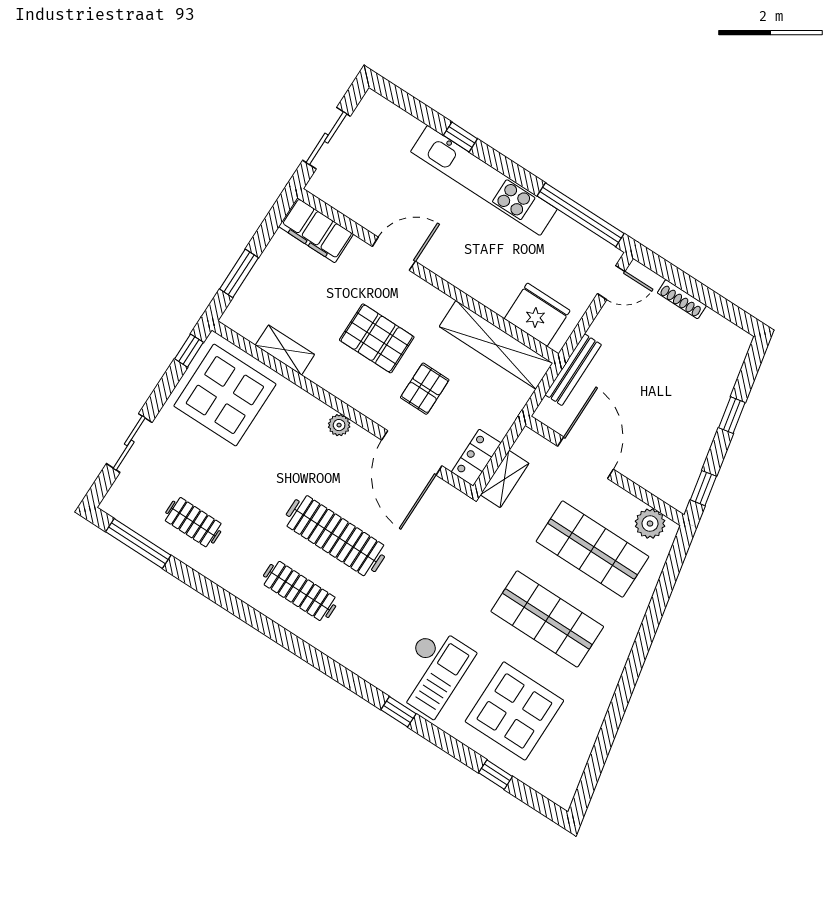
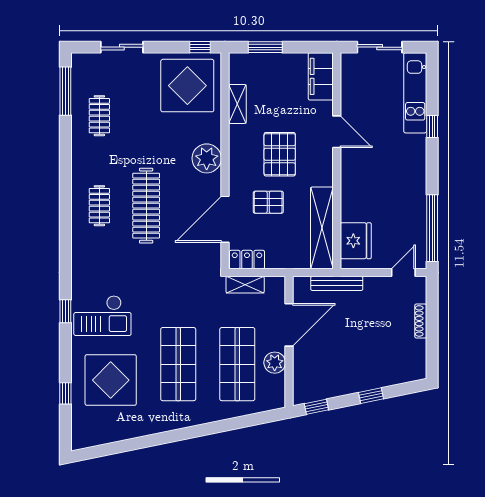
kitchen unit: (484, 180) -> (415, 93), moved, width x0.73
door: (611, 283) -> (403, 272), swing flipped
plant: (339, 425) -> (207, 158), width x1.88, depth x1.88
plant: (650, 524) -> (275, 363), moved
clothes rail: (300, 591) -> (99, 206), width x0.73

